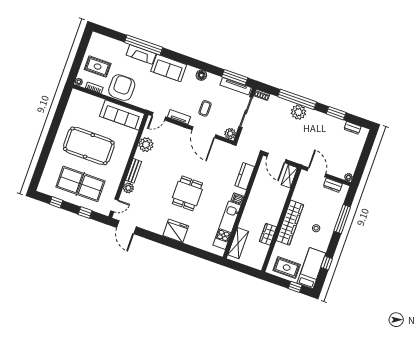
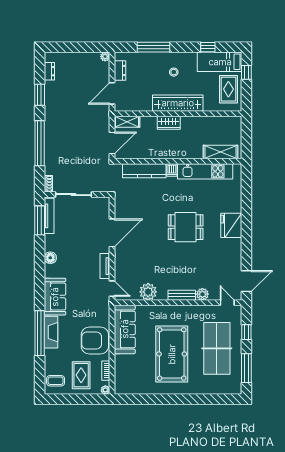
coffee table: (205, 108) -> (56, 381), moved
plant: (299, 112) -> (53, 137), removed
plant: (230, 134) -> (103, 203), removed
kitchen counter: (245, 176) -> (144, 171), width x1.50
window: (56, 202) -> (246, 368), width x2.17
wardrobe: (268, 234) -> (169, 123), moved

